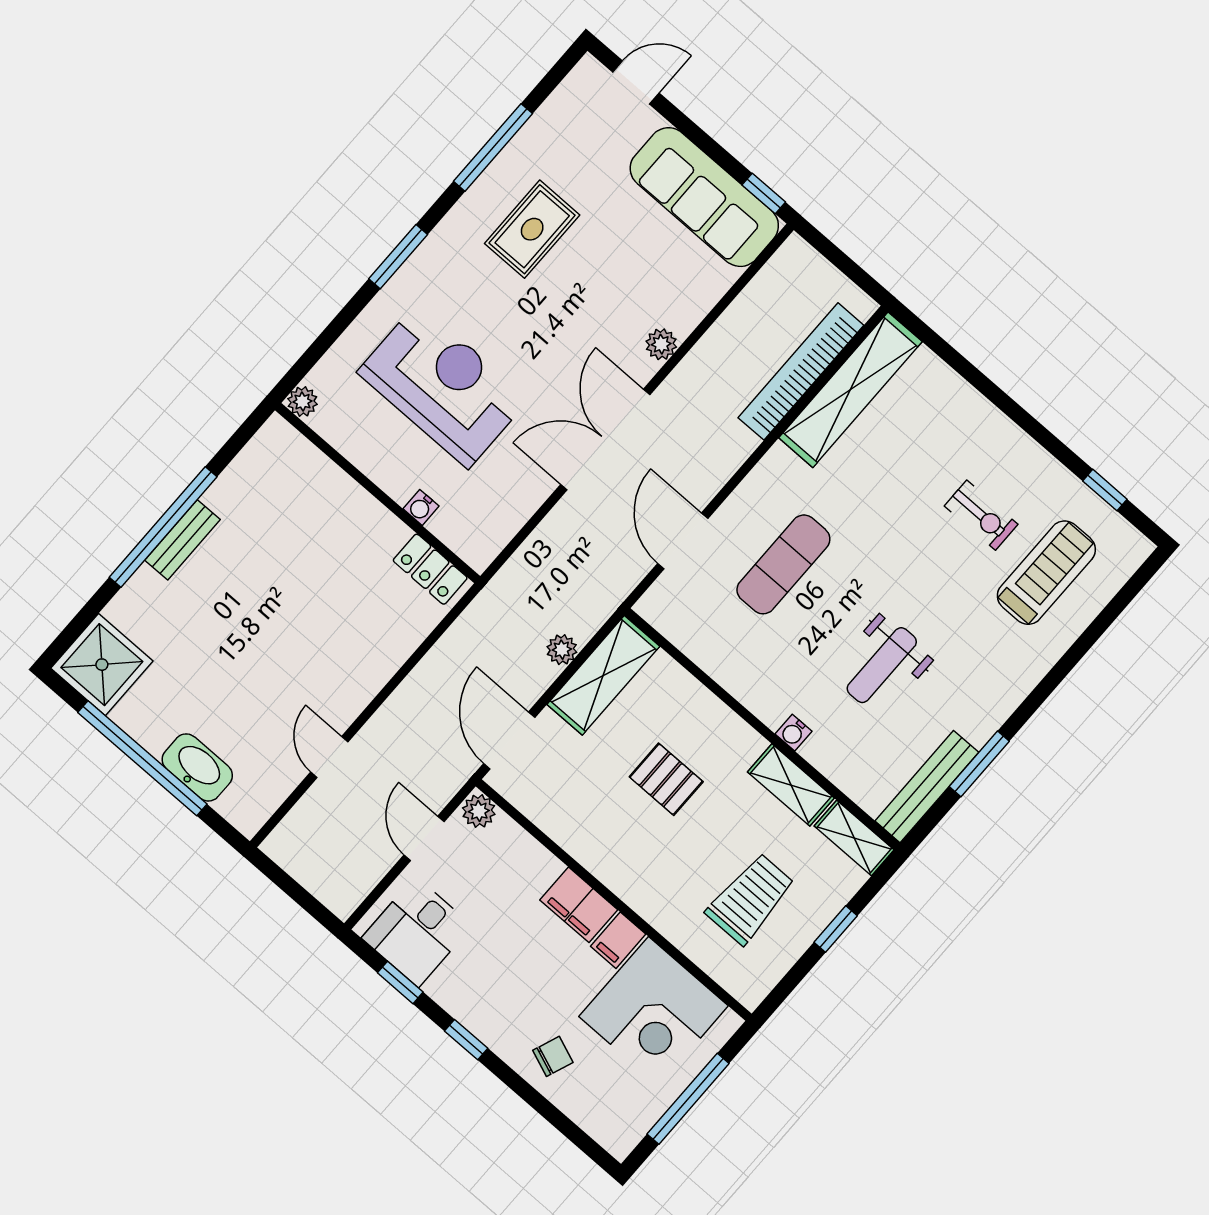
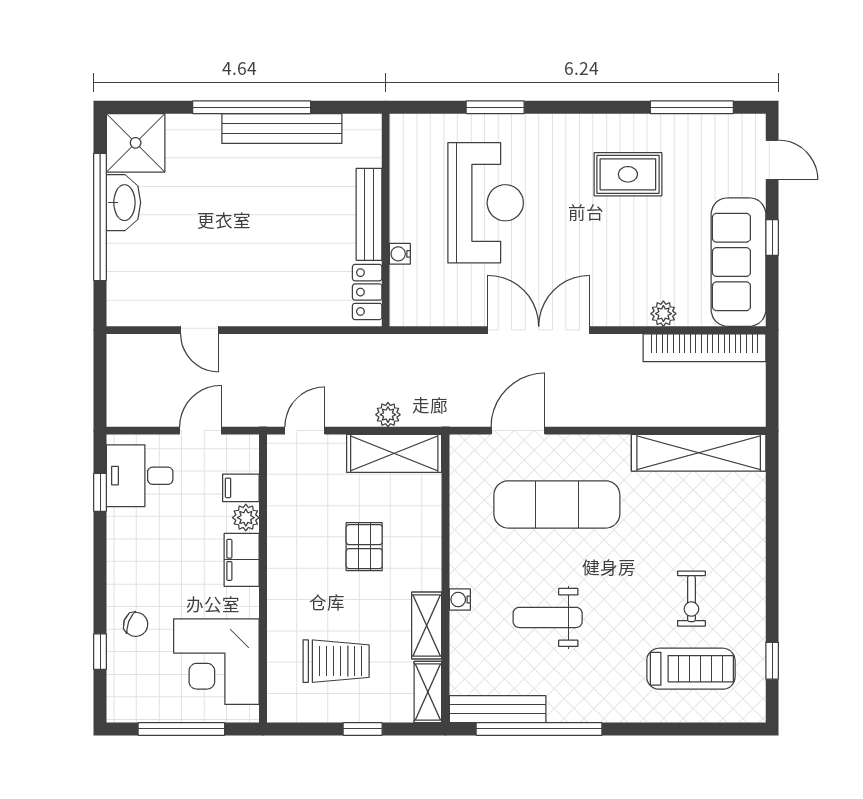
window: (493, 147) -> (692, 107), moved
window: (764, 194) -> (772, 237), moved
window: (398, 257) -> (495, 107), moved
plant: (661, 344) -> (663, 314), moved
bookcase: (801, 371) -> (704, 348), moved, turned 180
plant: (302, 402) -> (402, 126), removed
bench: (359, 504) -> (369, 214), added
bench: (182, 540) -> (282, 129), width x1.86, depth x1.21
exercise mat: (783, 564) -> (557, 504), width x1.36, depth x1.45
door: (509, 740) -> (305, 431), width x0.73
door: (329, 757) -> (200, 330), swing flipped
window: (979, 764) -> (539, 729), width x2.11
washbasin: (197, 767) -> (123, 203), moved
plant: (479, 811) -> (246, 518), moved
filing cabinet: (618, 940) -> (241, 488), moved
window: (466, 1040) -> (100, 652), moved

